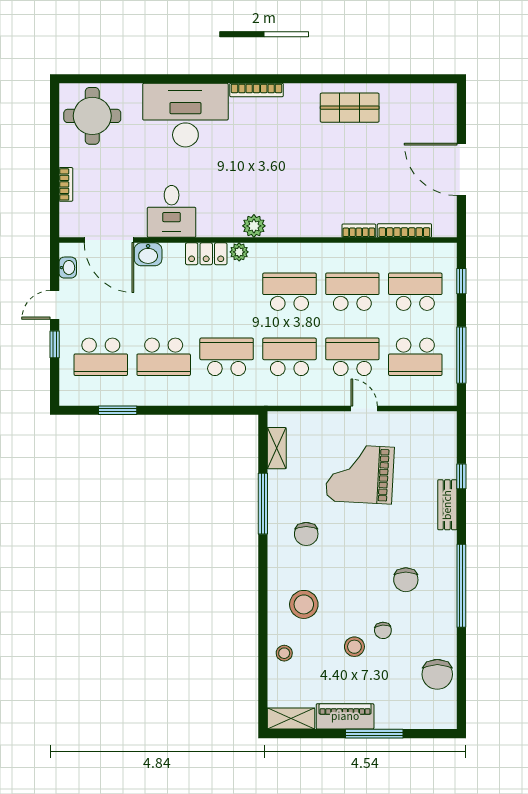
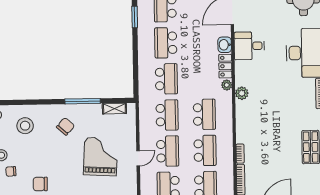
washbasin: (148, 254) -> (225, 45), moved
chair: (306, 534) -> (66, 126), turned 132

